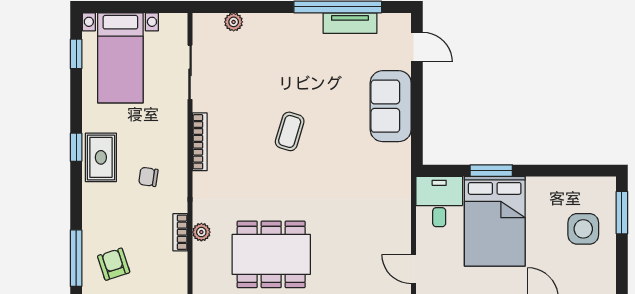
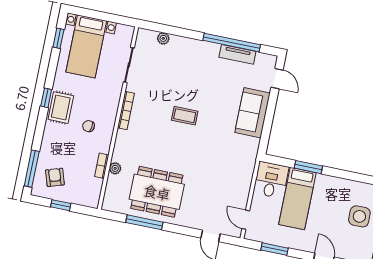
coffee table: (290, 131) -> (185, 116), turned 73
bed: (495, 221) -> (297, 199), width x0.67

